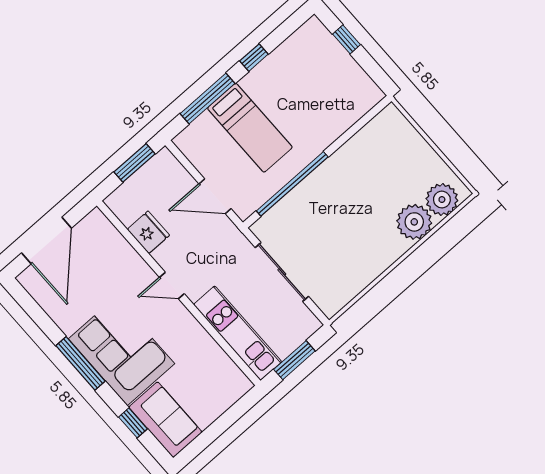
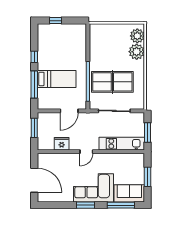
table tennis table: (327, 226) -> (112, 82), added
window: (81, 363) -> (85, 205), width x0.69
window: (133, 423) -> (121, 205), width x2.17
window: (220, 426) -> (148, 177), added

